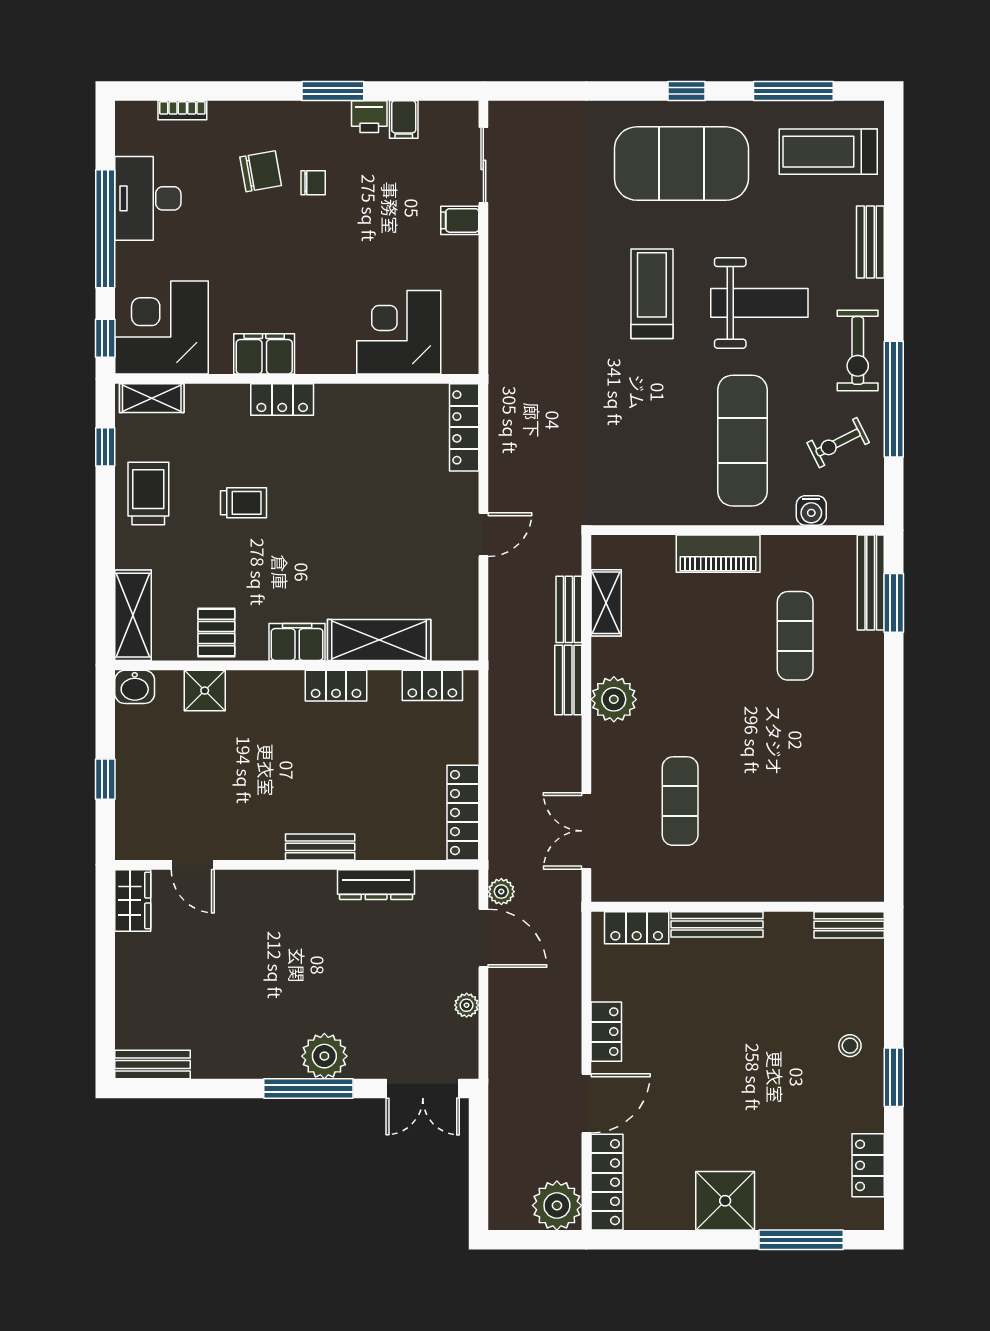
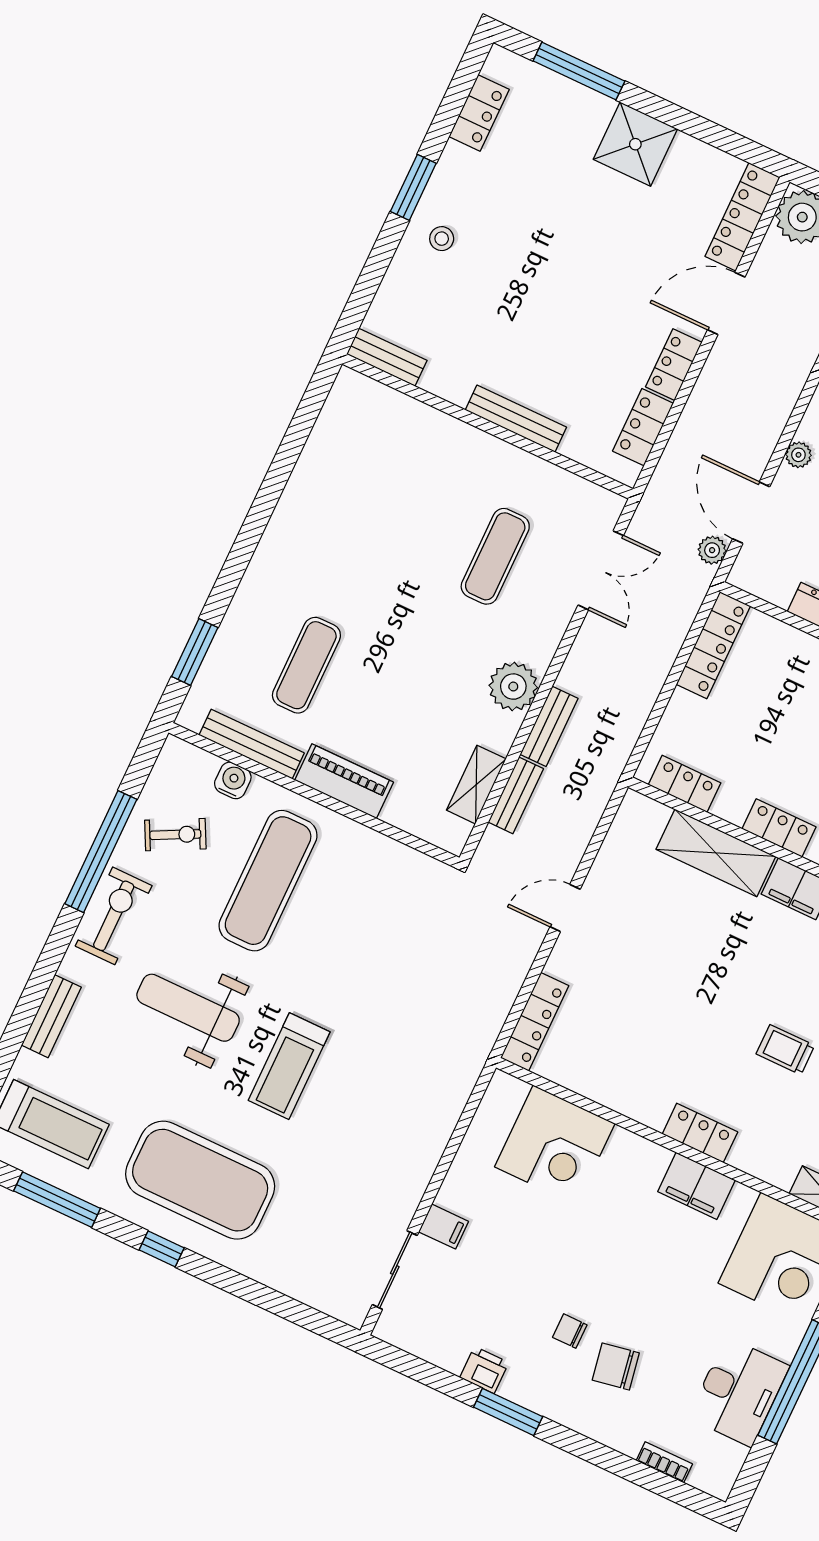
filing cabinet: (404, 119) -> (452, 1351), removed
bench: (871, 583) -> (252, 744), moved, turned 90
locker: (637, 928) -> (643, 427), moved, turned -90

